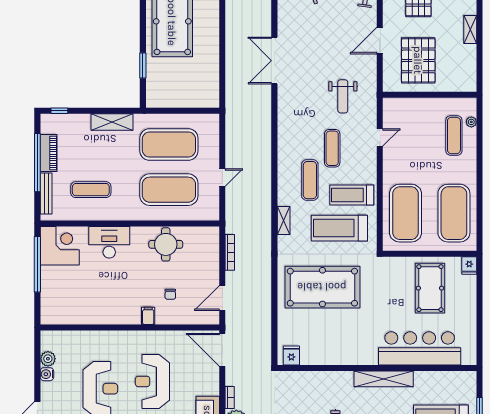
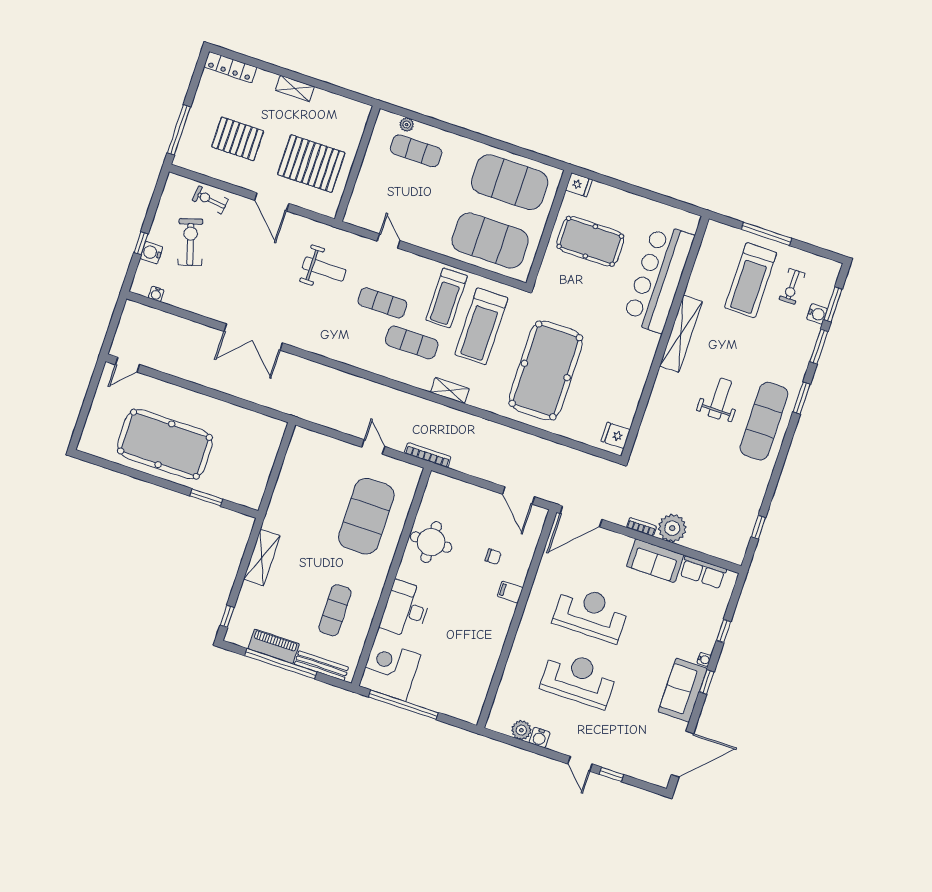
exercise mat: (169, 145) -> (312, 498), removed
bookcase: (230, 252) -> (428, 455), moved
reception desk: (152, 381) -> (591, 613), turned 180

